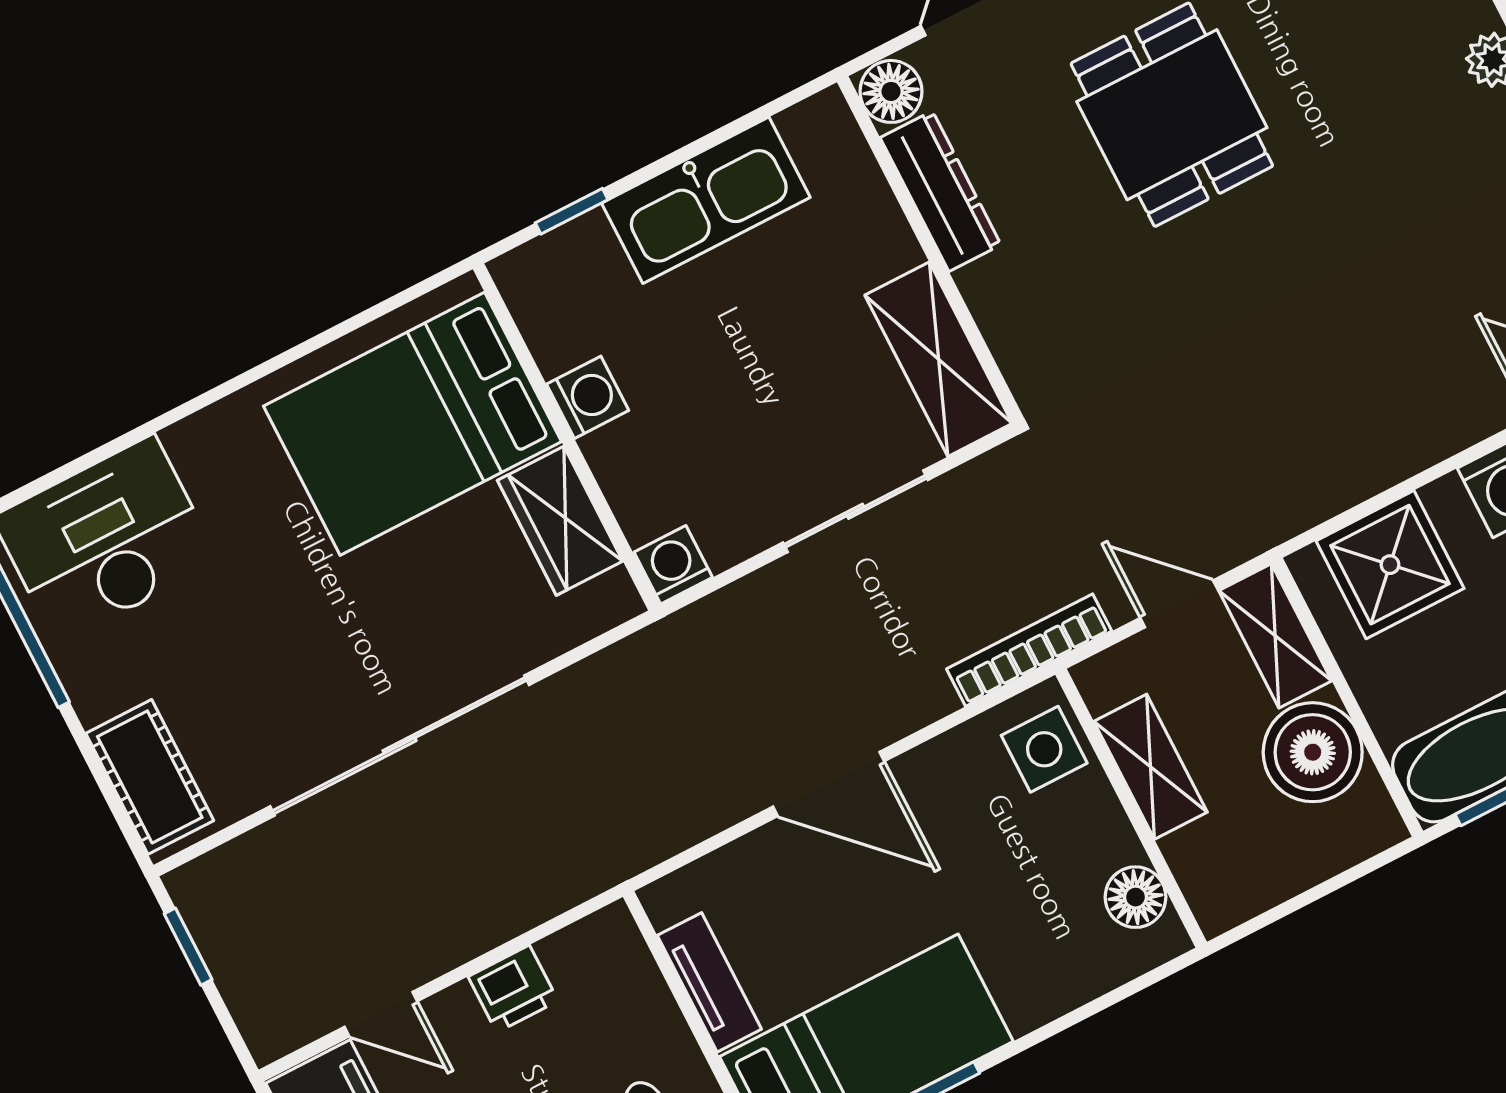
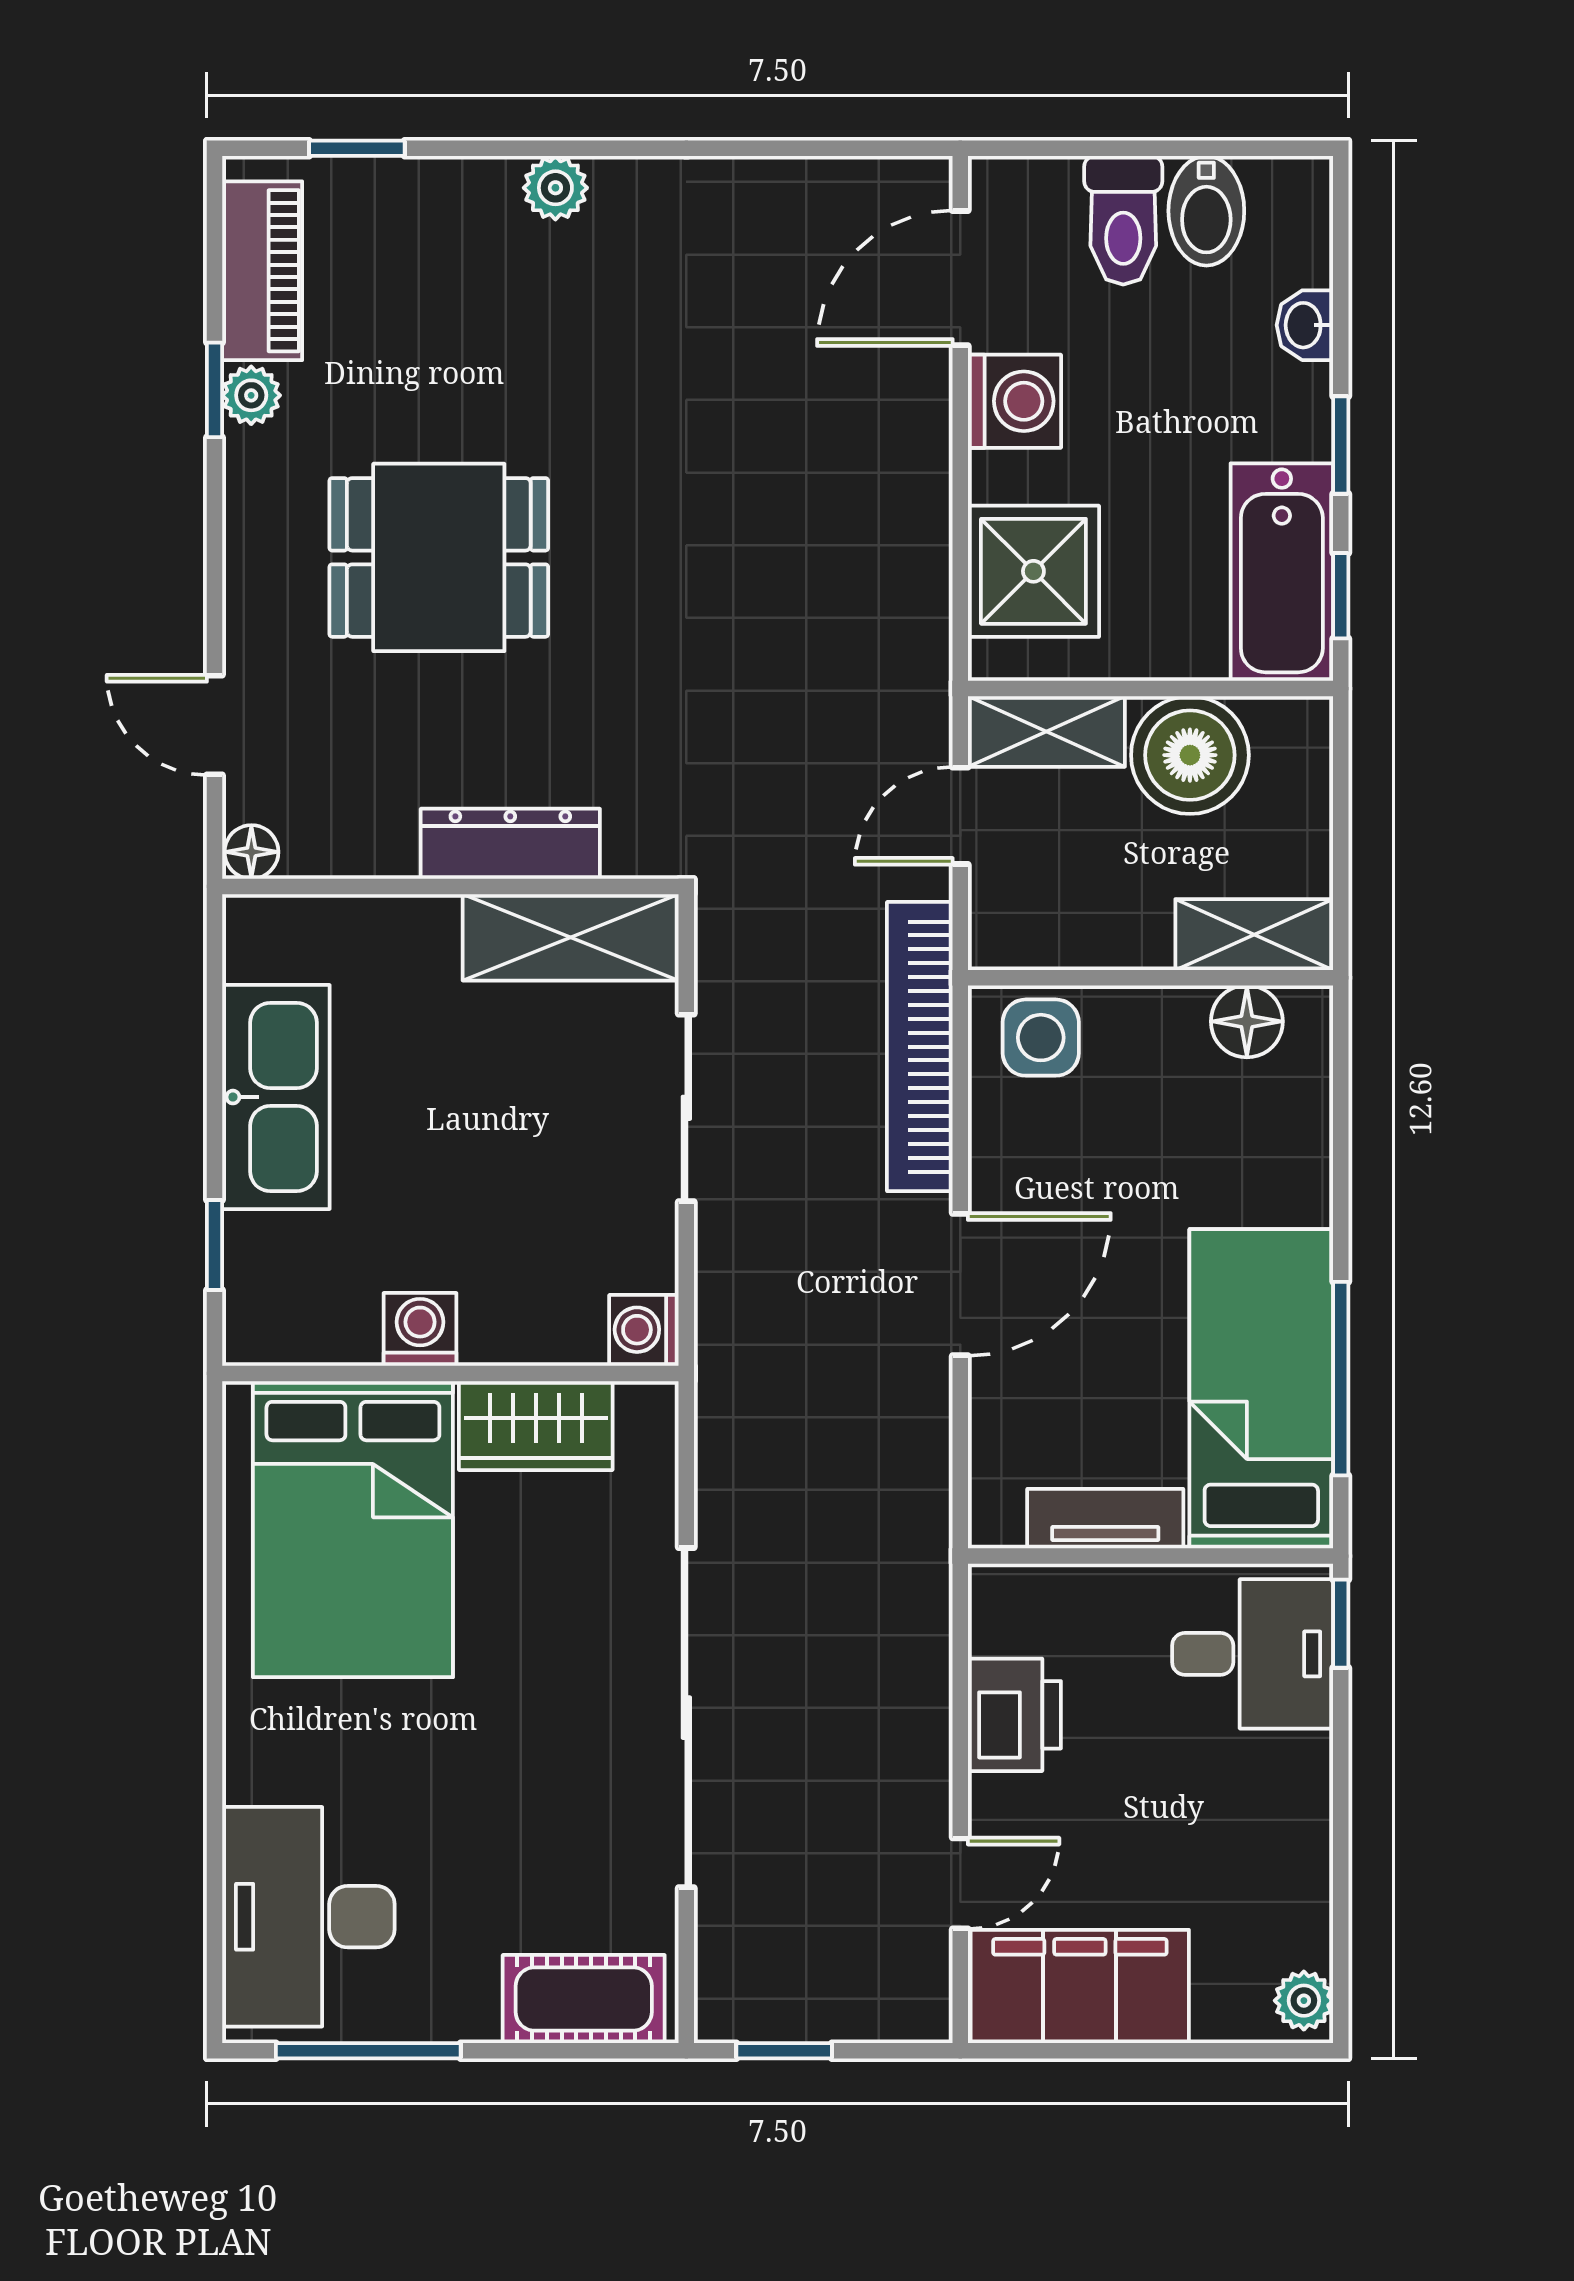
floor lamp: (891, 91) -> (251, 852), width x0.73, depth x0.73
dresser: (941, 191) -> (510, 844), moved
bookcase: (1029, 650) -> (920, 1047), width x1.48, depth x1.31
shelving: (1151, 767) -> (1254, 935), moved
printer: (513, 989) -> (1014, 1715), width x1.36, depth x1.24

